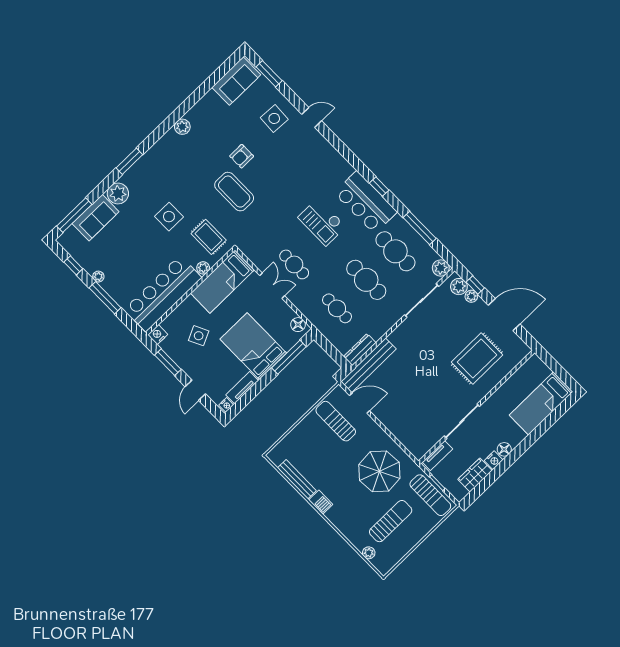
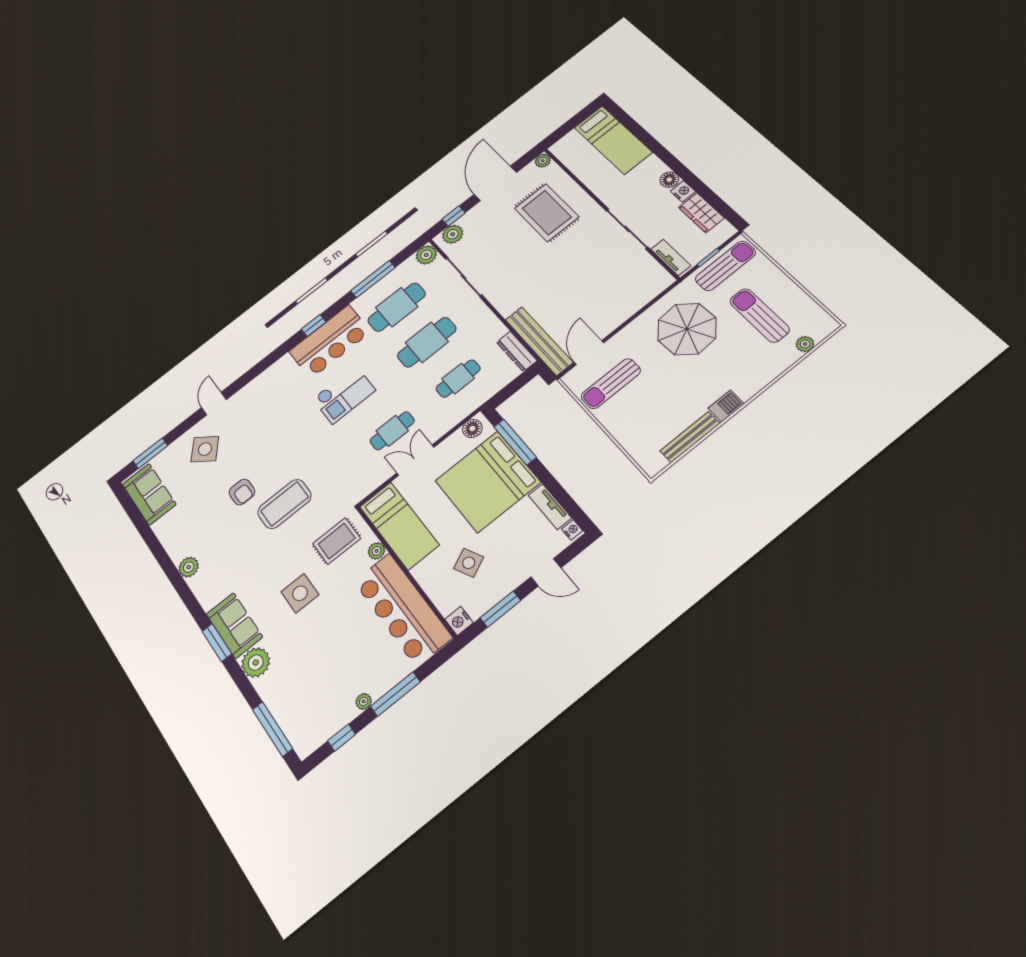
side table: (274, 118) -> (205, 449), turned 36
sofa: (96, 218) -> (234, 625), moved
plant: (471, 296) -> (543, 161), moved
bed: (253, 346) -> (488, 482), width x1.36

